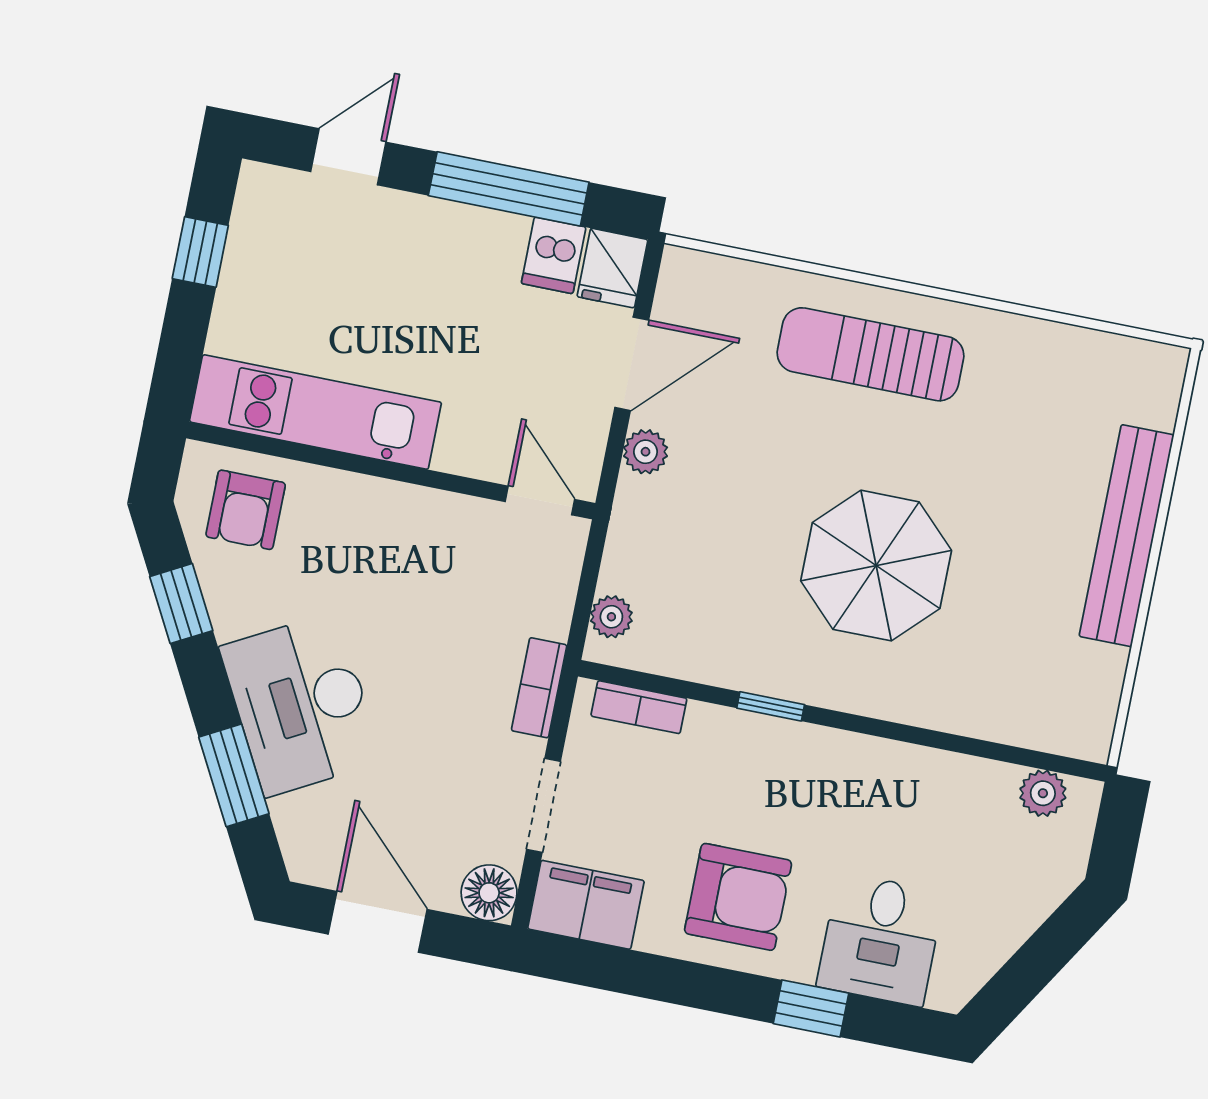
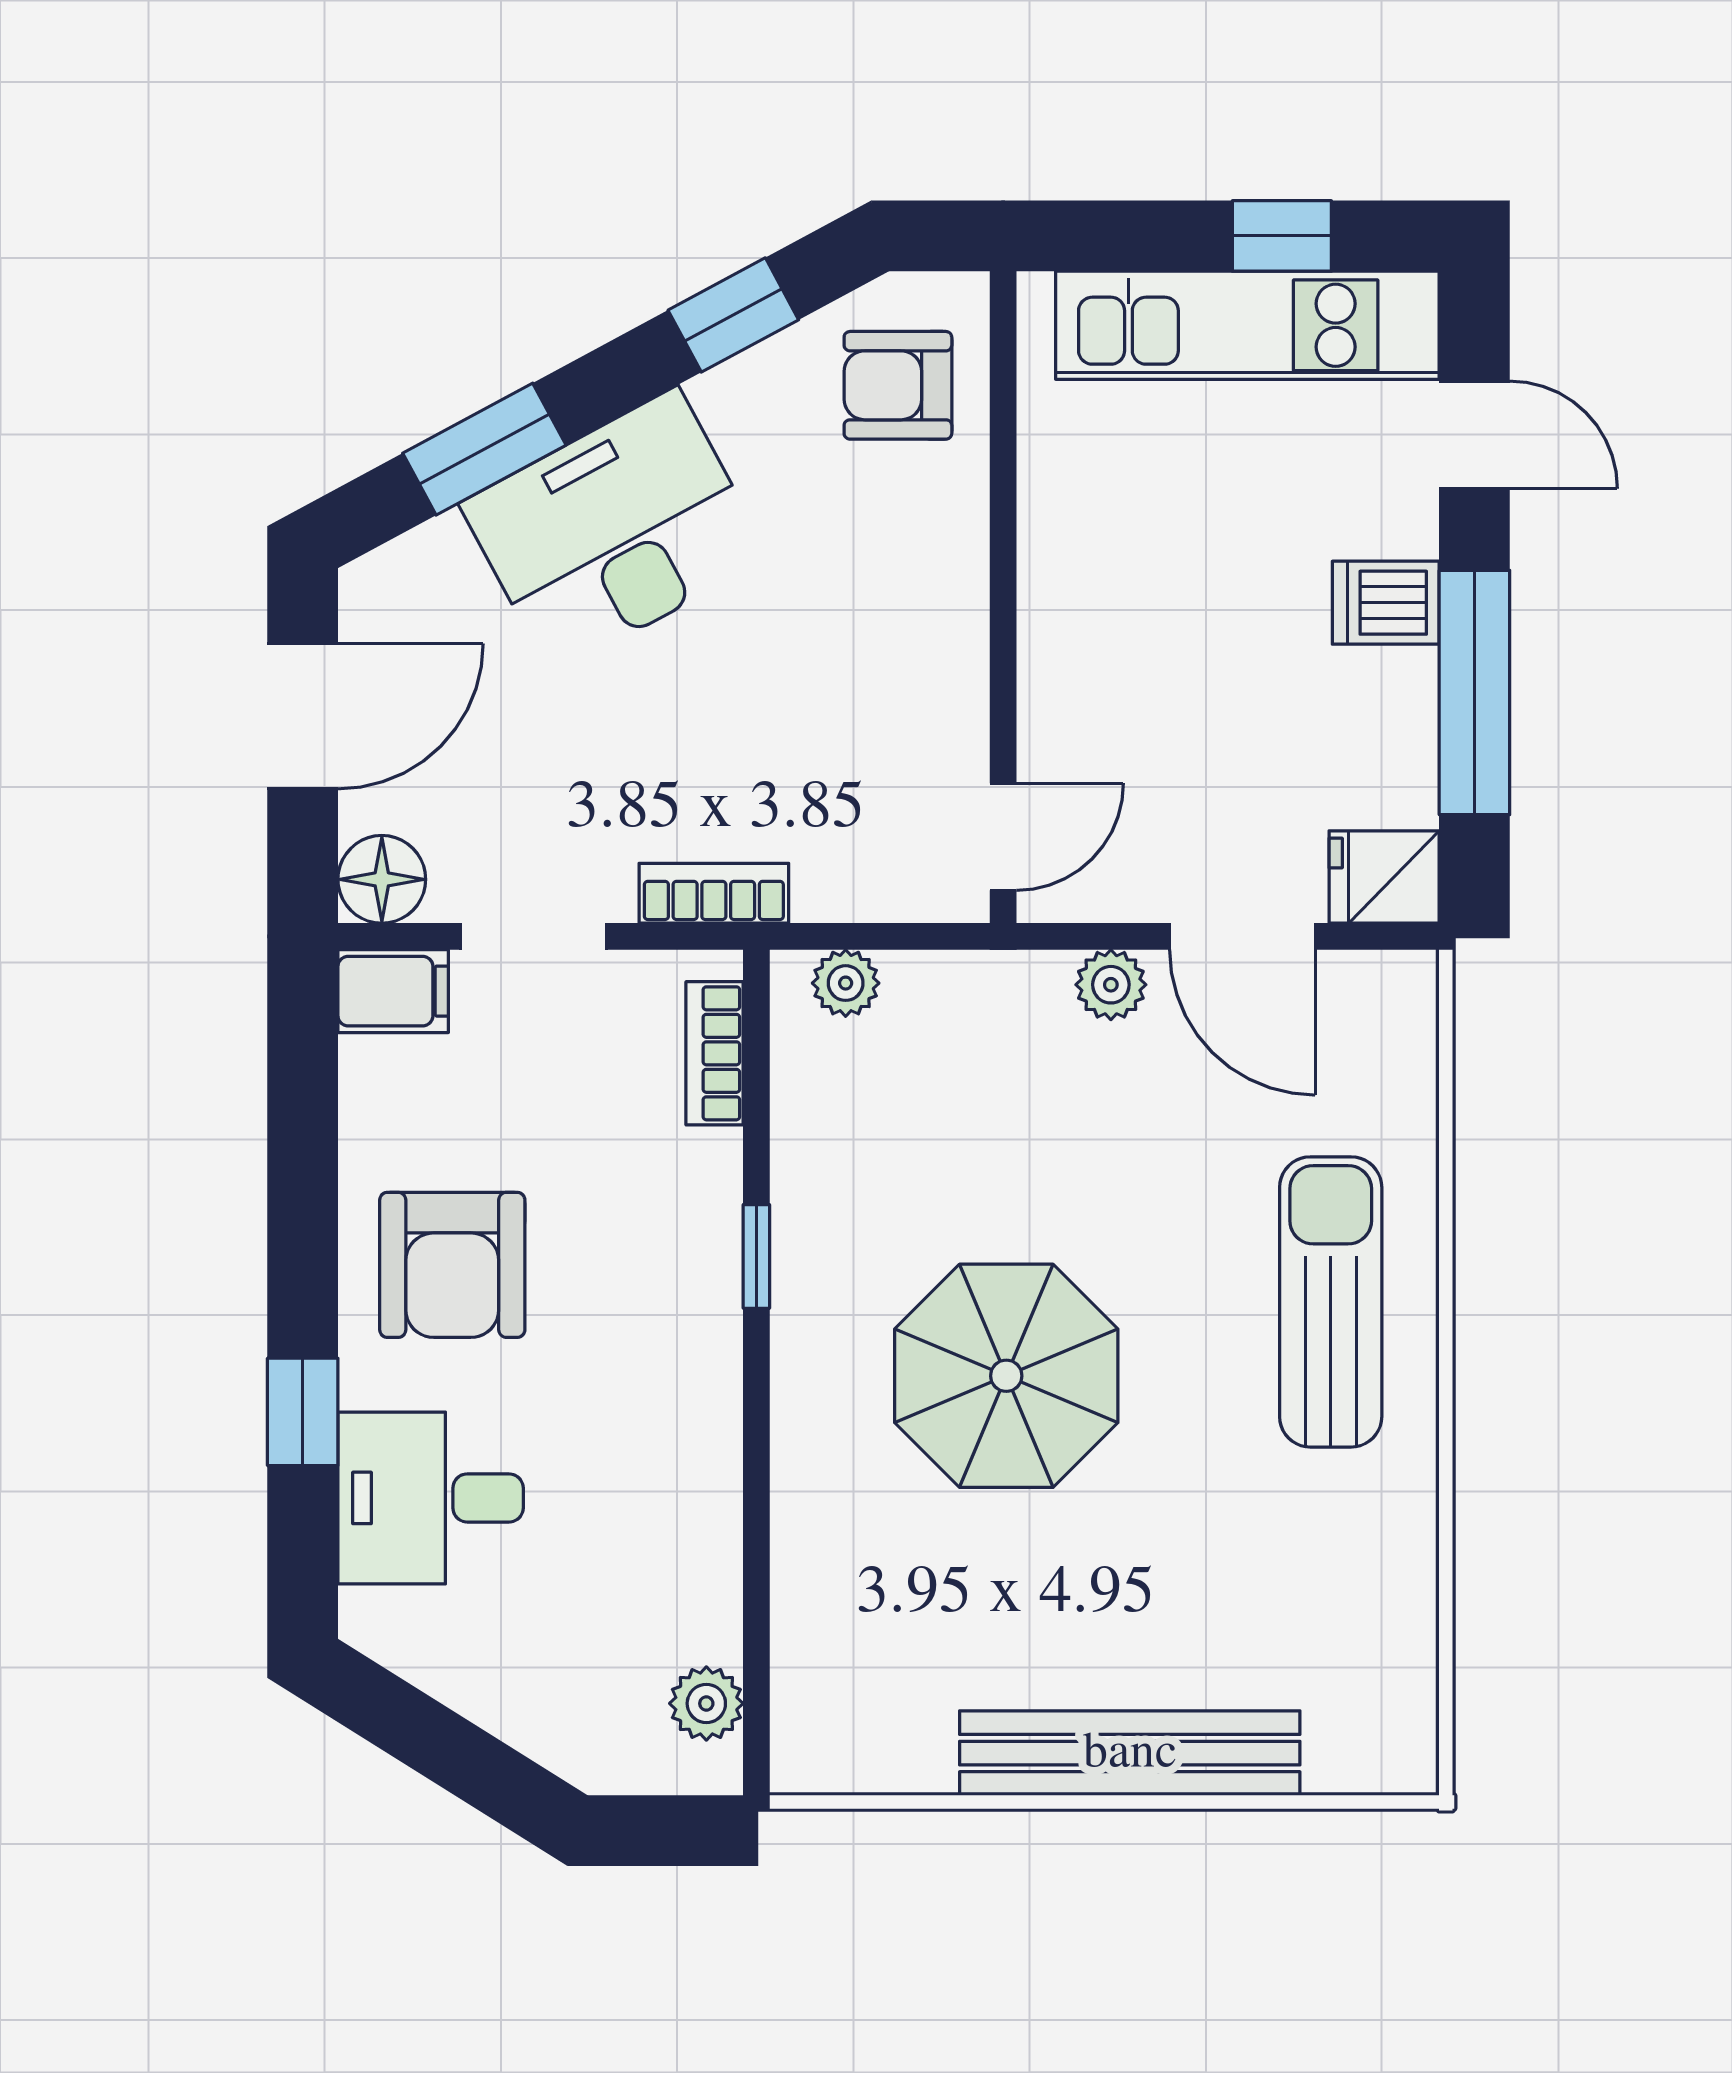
dishwasher: (554, 255) -> (1386, 603), moved
kitchen unit: (315, 412) -> (1247, 325), moved, turned 90
filing cabinet: (586, 905) -> (393, 991), width x0.50

